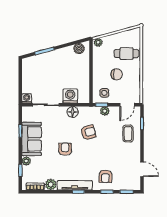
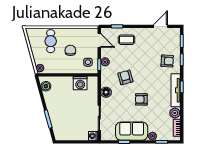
washing machine: (70, 96) -> (80, 83), moved, turned -90

